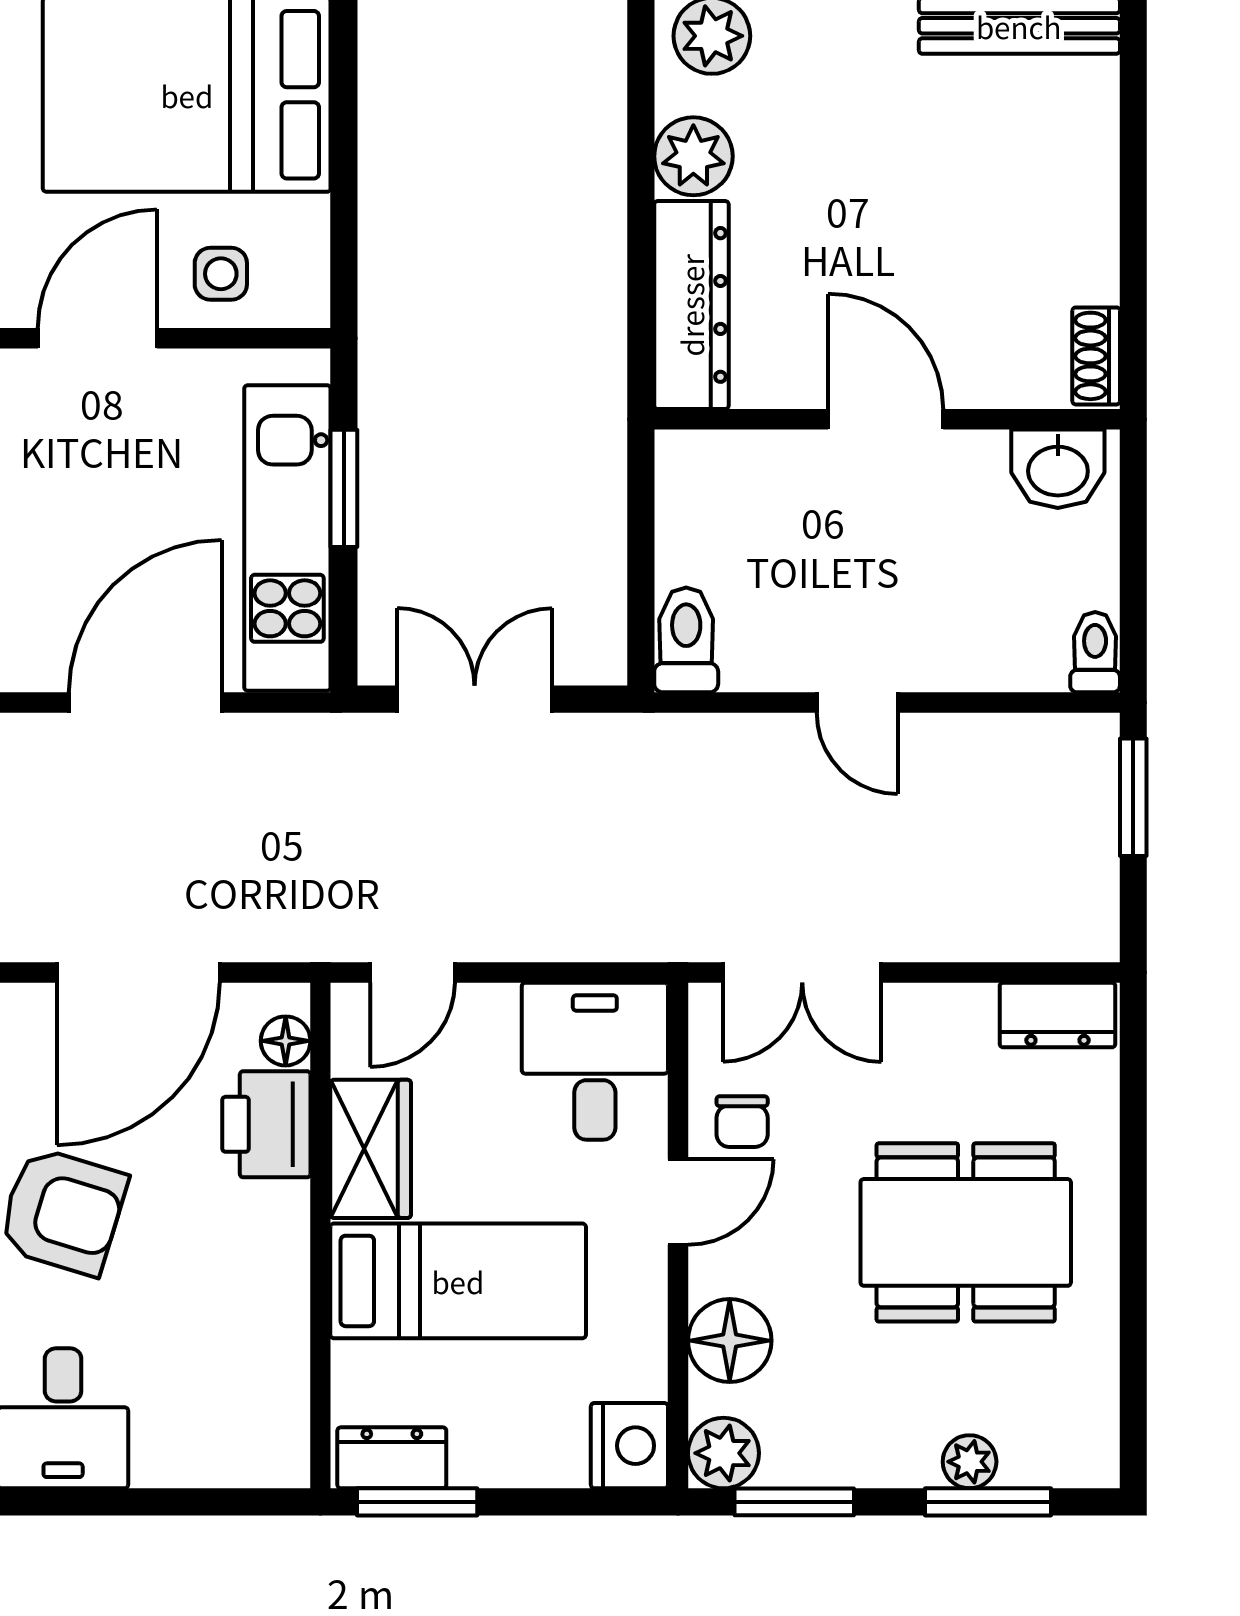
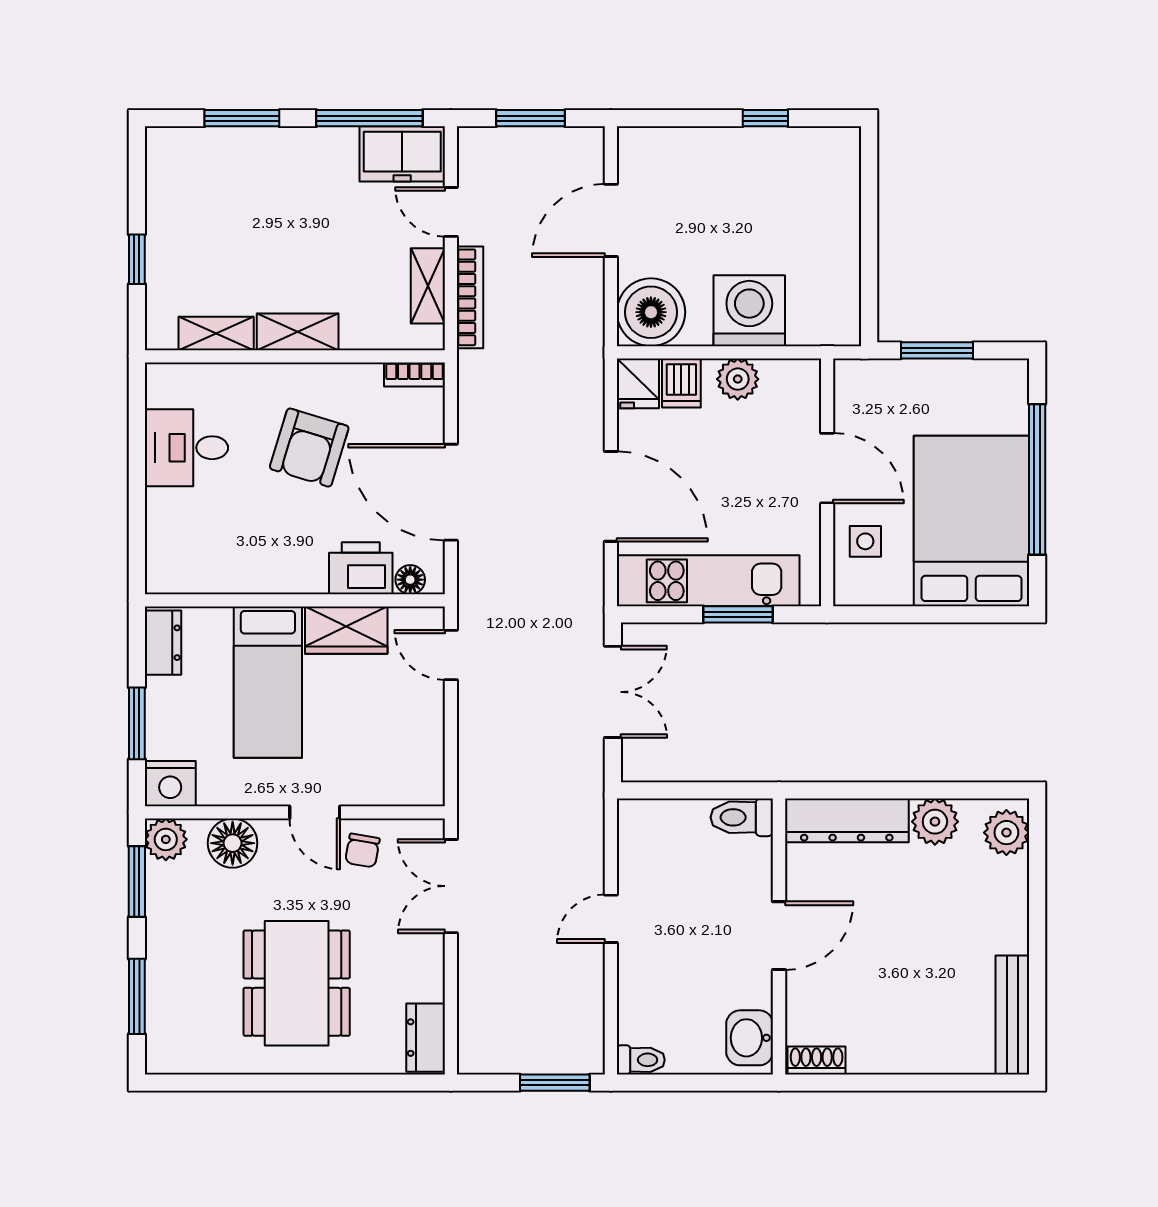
toilet: (686, 640) -> (742, 817), moved, turned 180
desk: (595, 1061) -> (398, 763), removed
chair: (742, 1122) -> (362, 850), turned -80
plant: (970, 1462) -> (161, 985), removed
window: (417, 1502) -> (137, 723), moved

